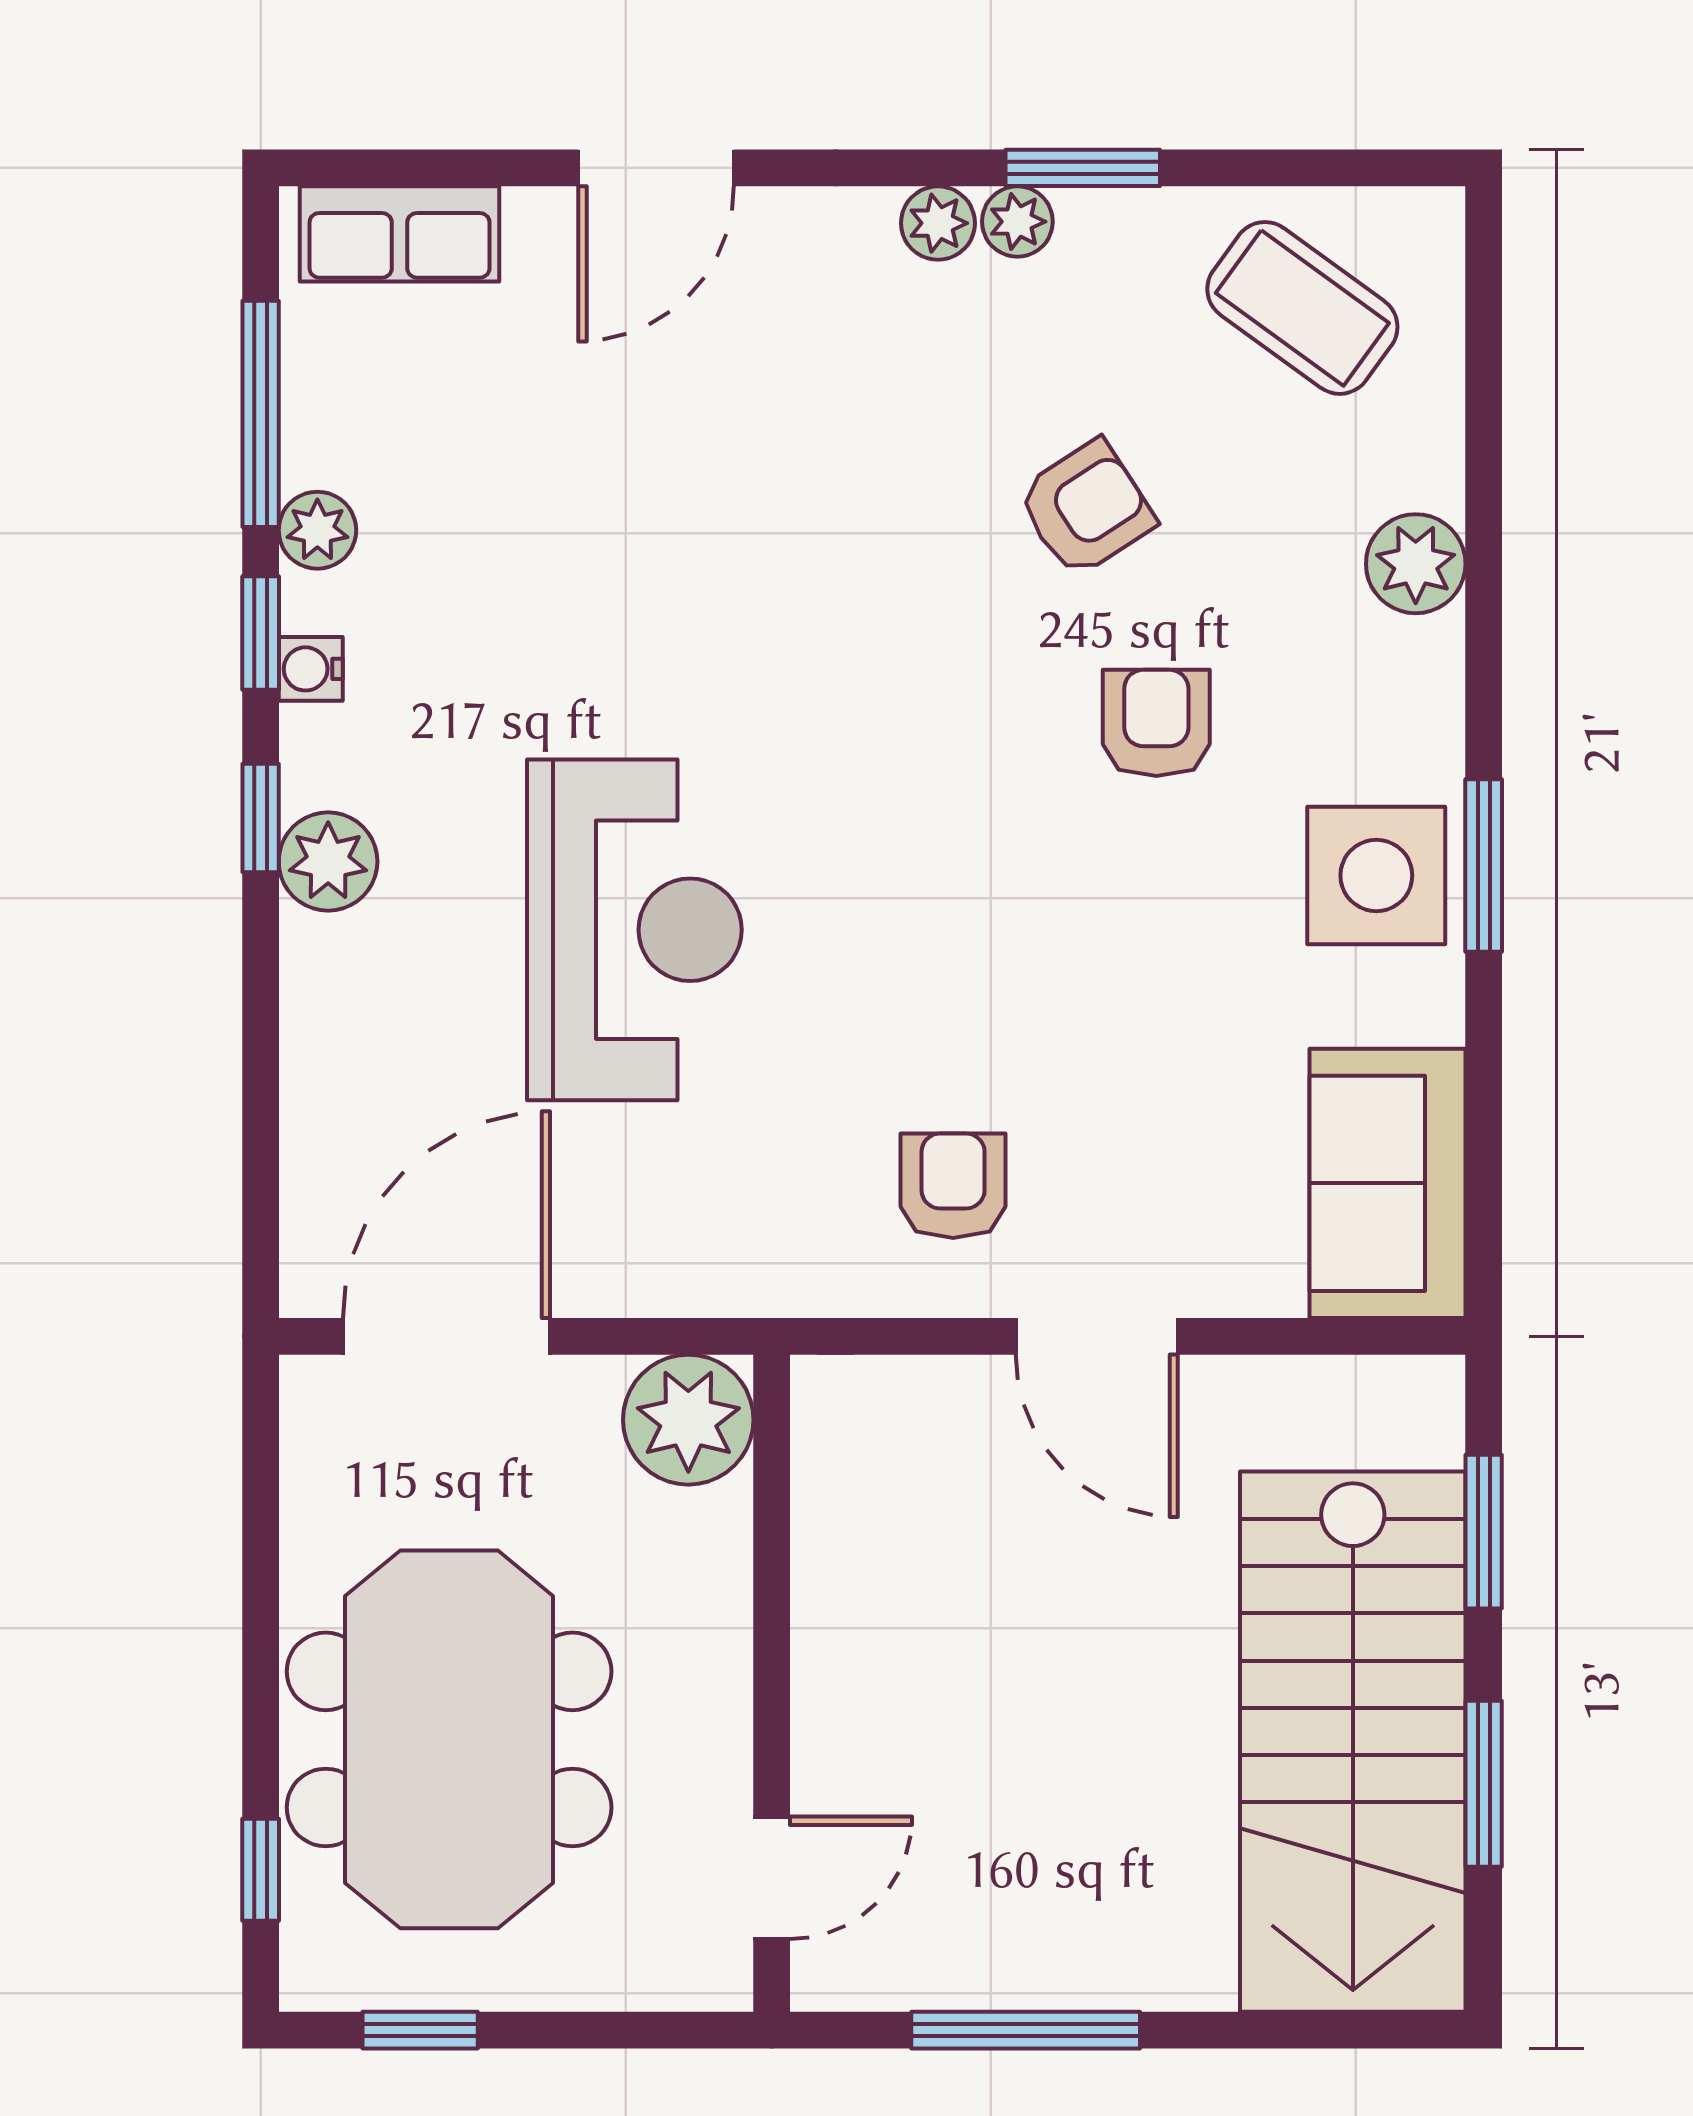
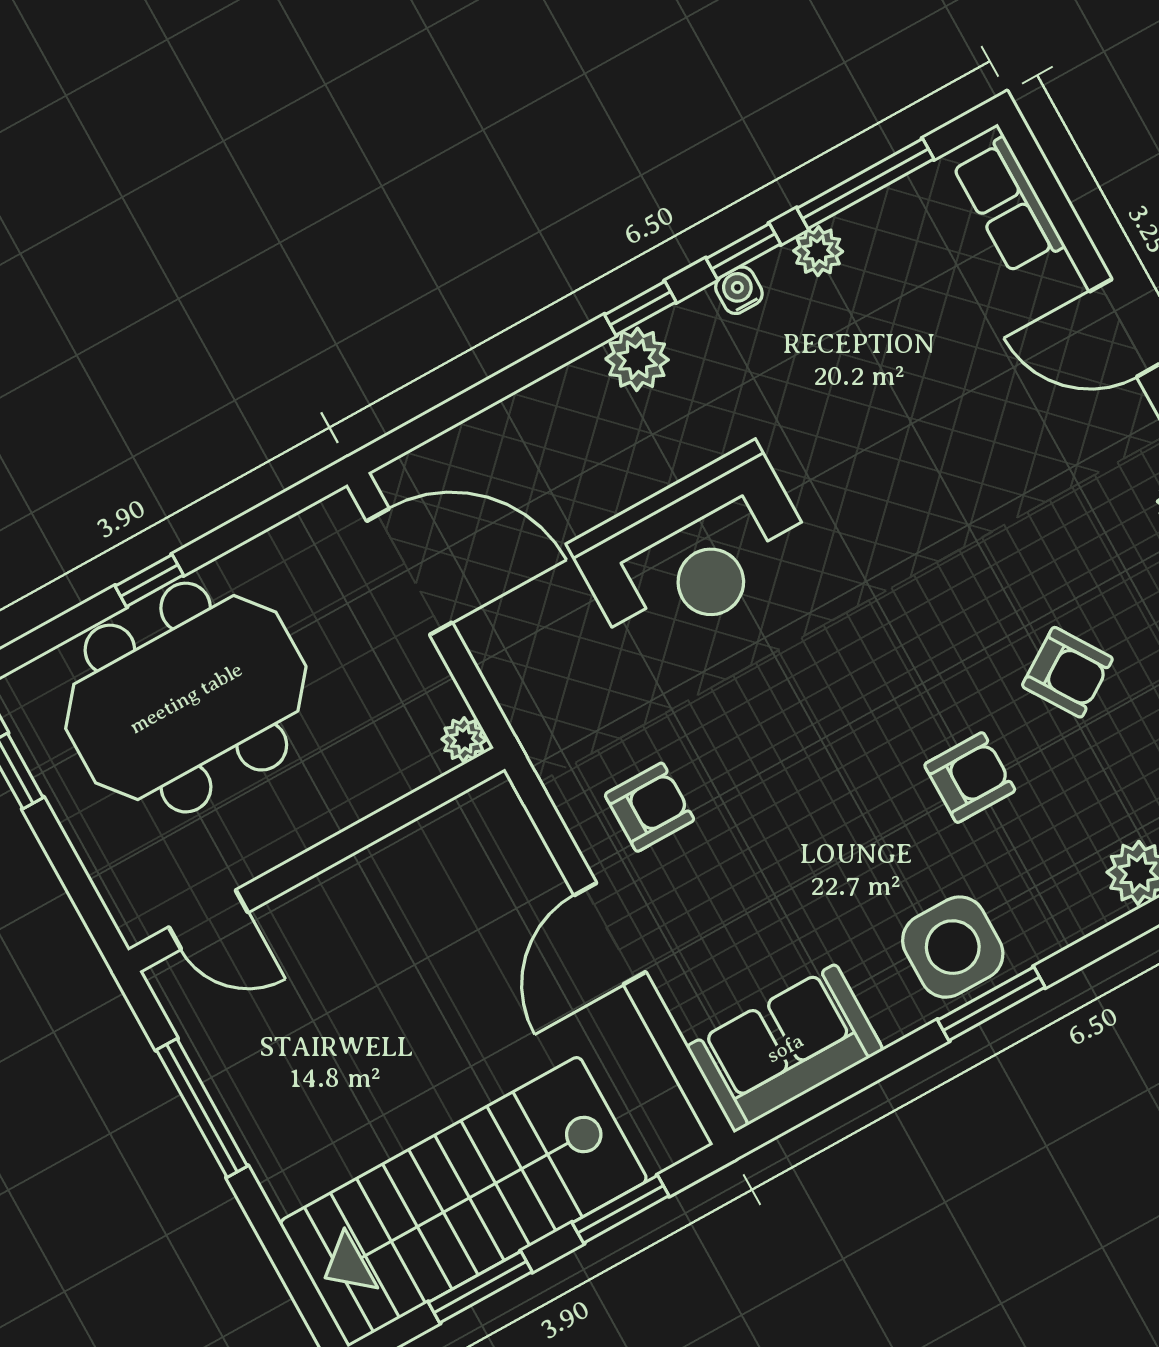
plant: (688, 1420) -> (464, 740), width x0.53, depth x0.53
window: (261, 1870) -> (149, 581), moved

